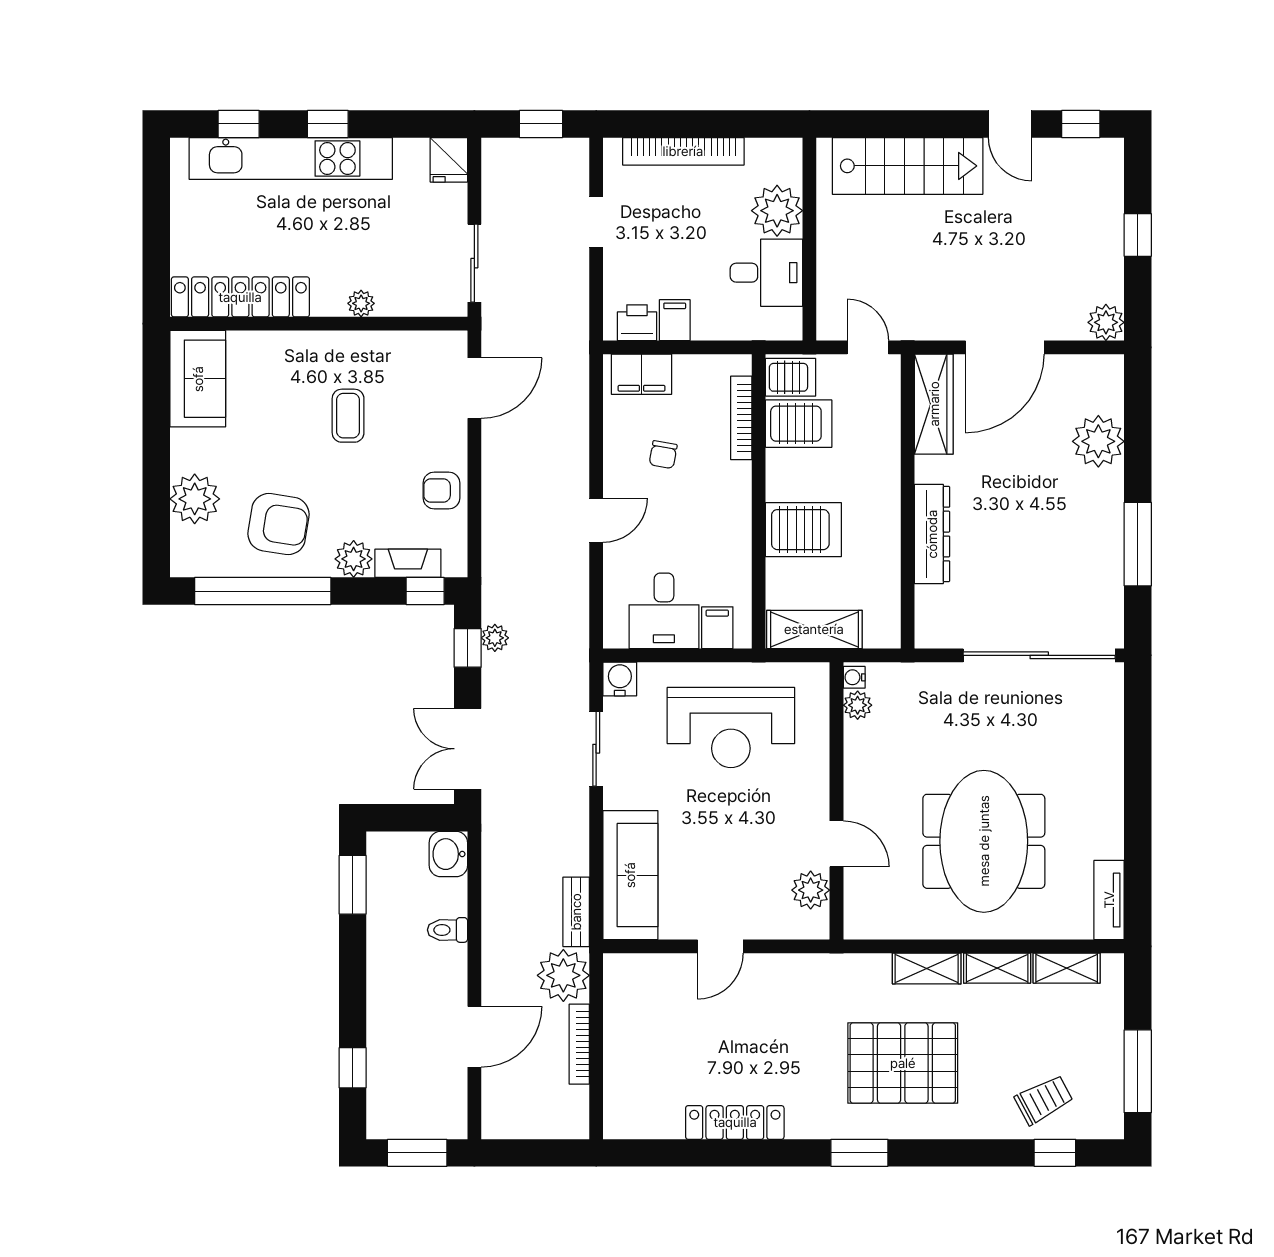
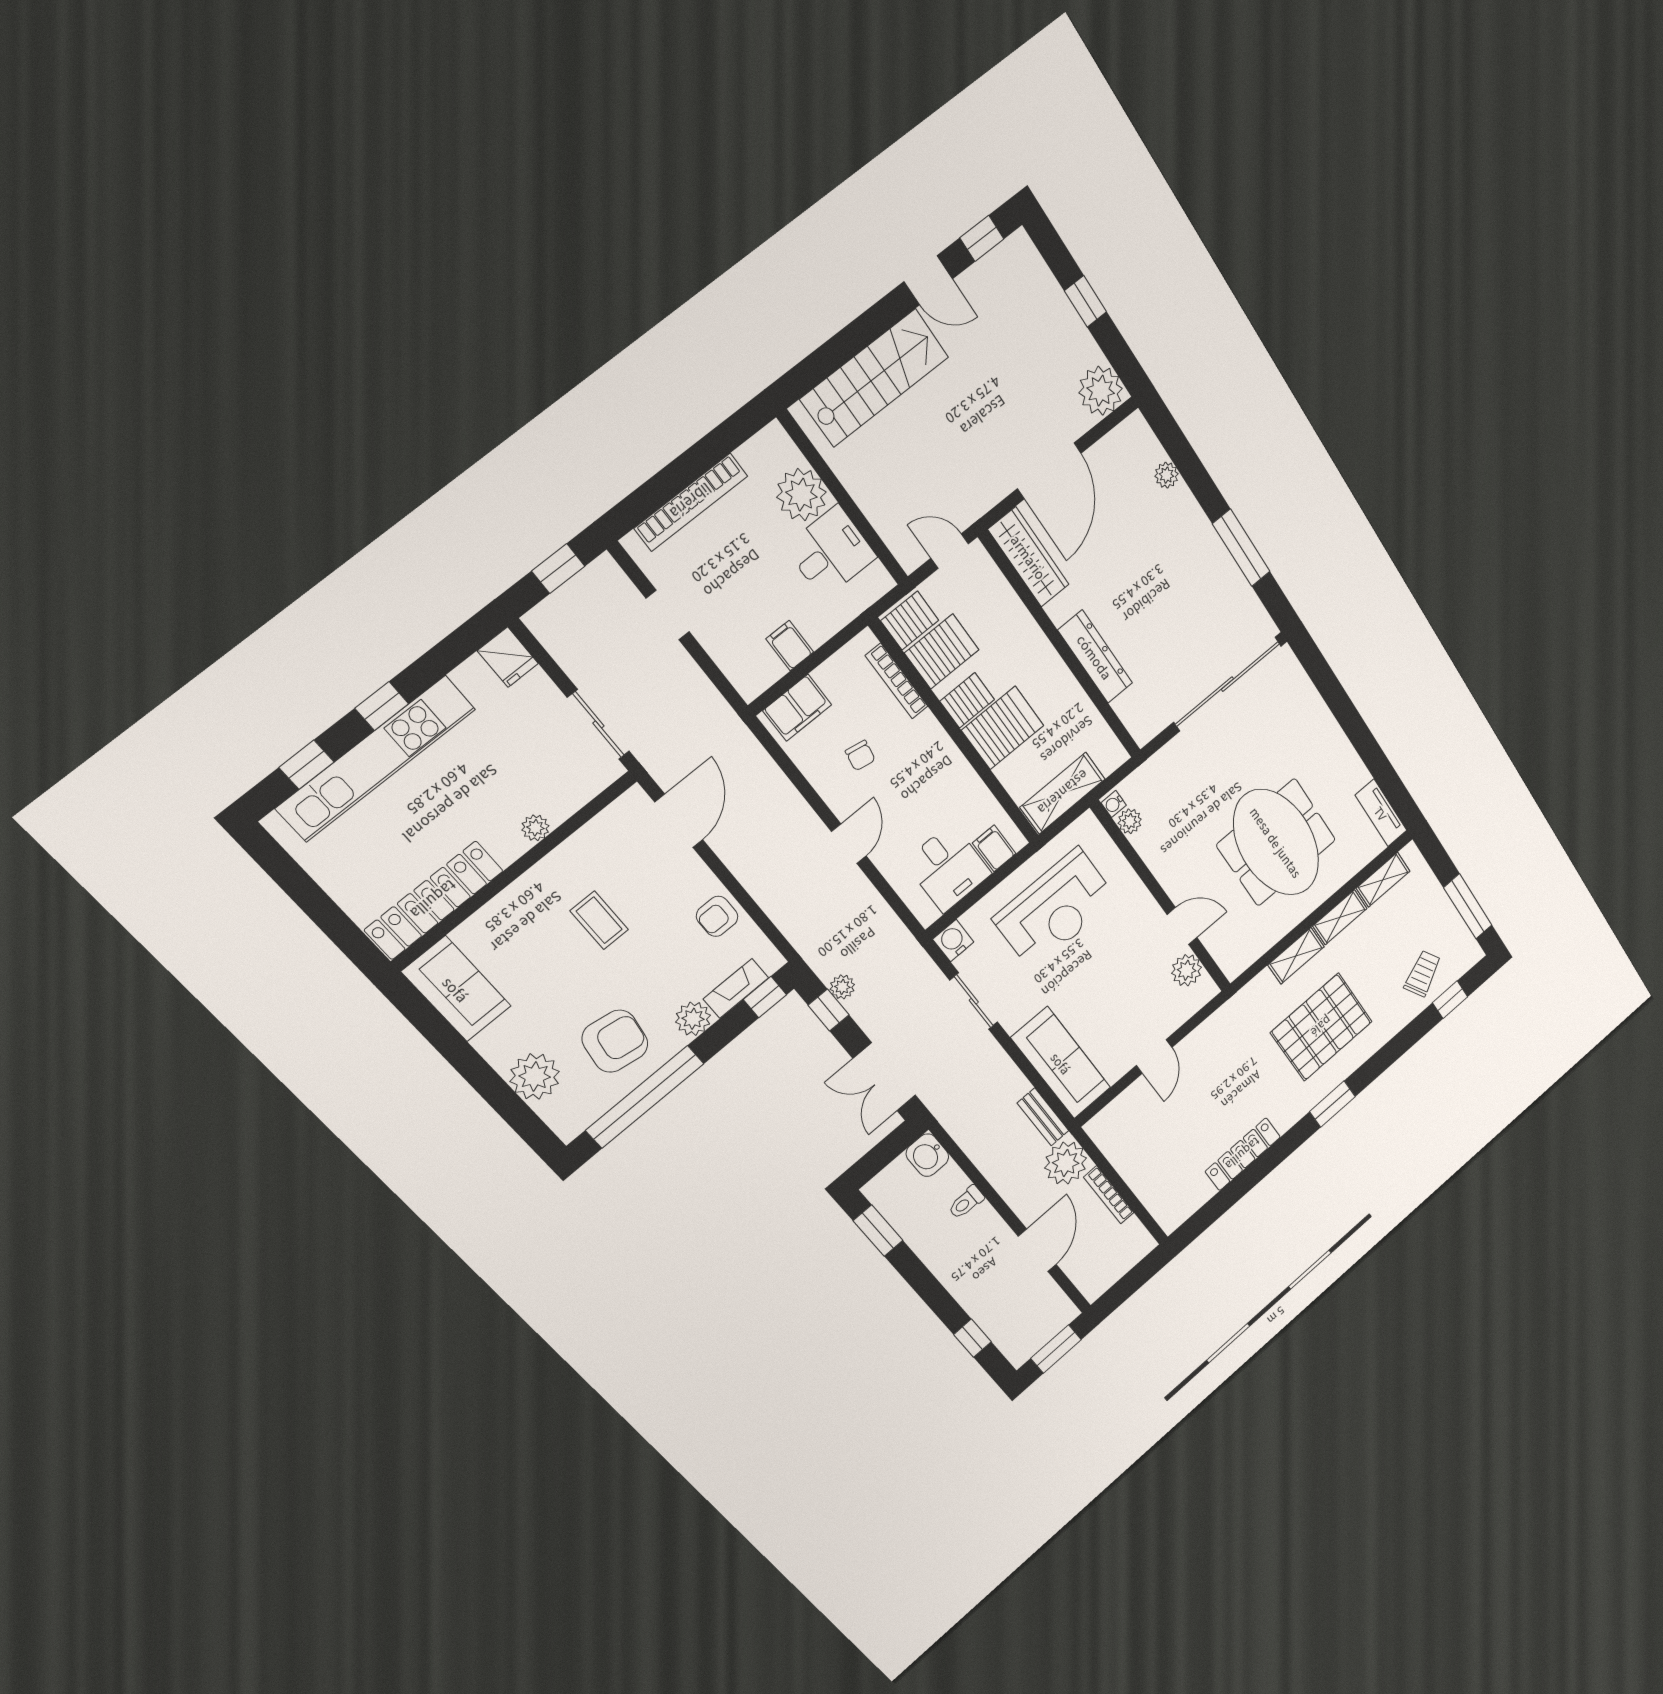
plant: (1106, 322) -> (1101, 391), width x1.36, depth x1.36
printer: (637, 323) -> (763, 670), removed
plant: (1098, 441) -> (1167, 475), width x0.53, depth x0.53
server rack: (790, 482) -> (967, 700), added

